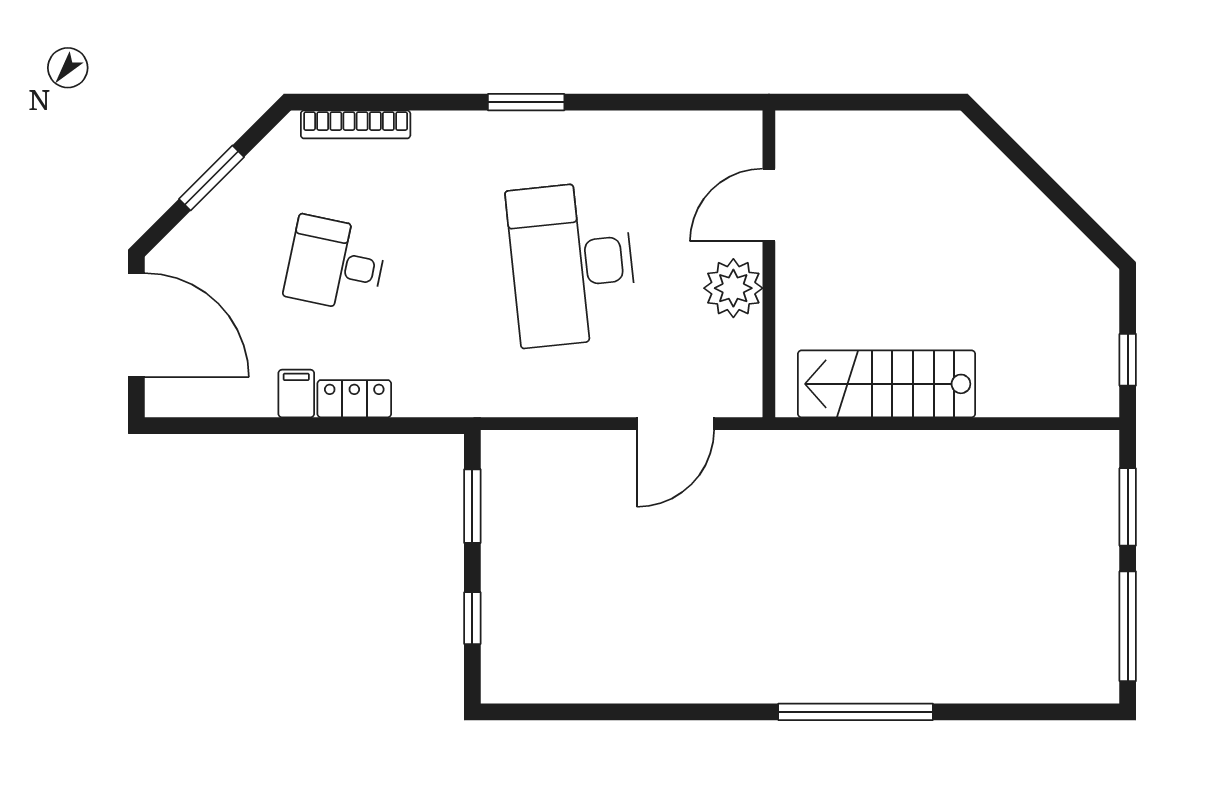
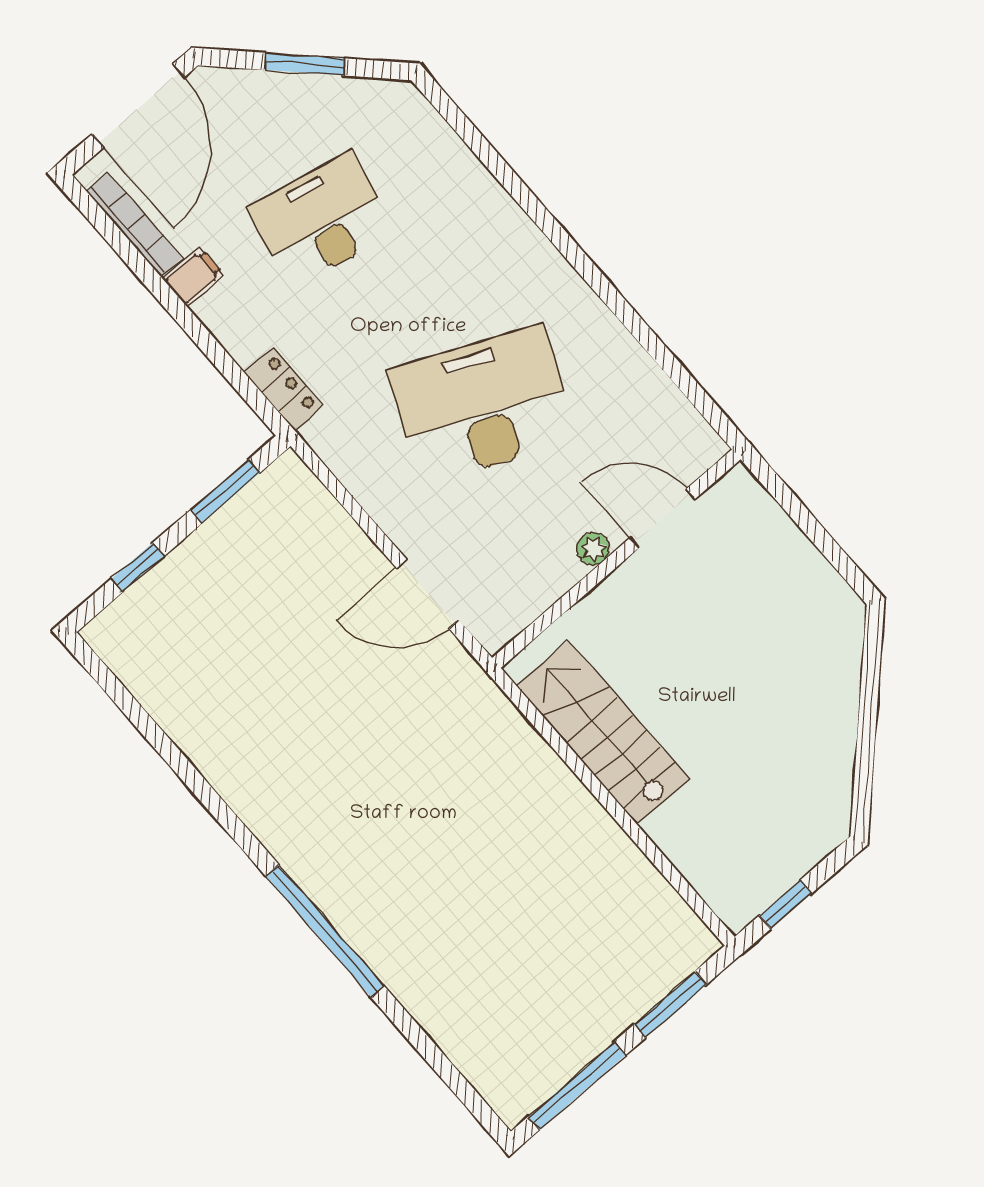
window: (526, 102) -> (578, 259), removed
bookcase: (356, 124) -> (134, 224), moved, turned 180
desk: (336, 264) -> (322, 220), width x1.37
desk: (572, 264) -> (482, 404), turned 30
plant: (733, 288) -> (593, 549), width x0.53, depth x0.53
locker: (354, 399) -> (284, 389), moved

